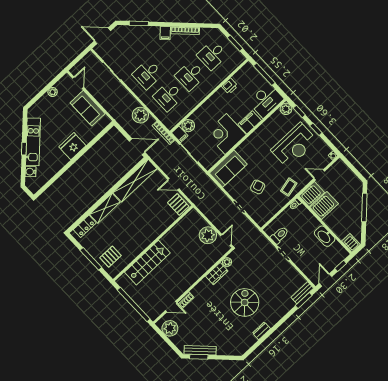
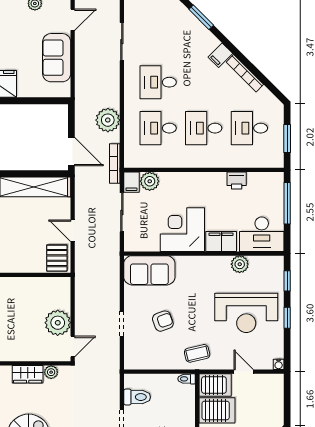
plant: (286, 109) -> (240, 264), moved

